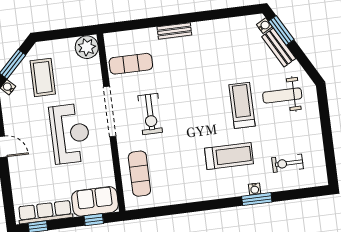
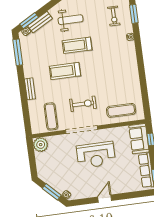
window: (232, 12) -> (18, 52), added
coffee table: (43, 77) -> (60, 173), removed
weight bench: (282, 95) -> (71, 20), turned -90
reception desk: (70, 134) -> (96, 155), turned 180
treadmill: (229, 156) -> (65, 71), moved, turned -90
window: (257, 199) -> (134, 14), moved

